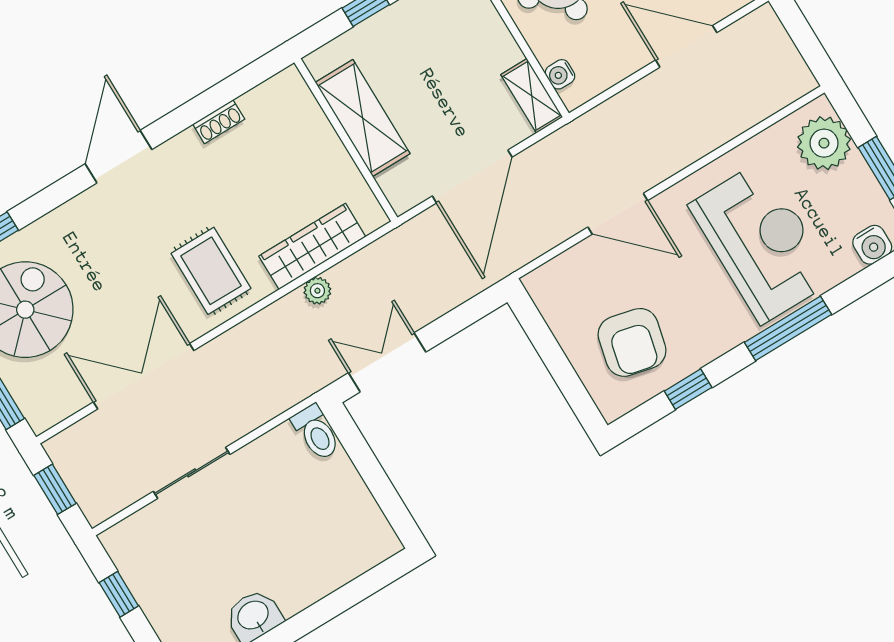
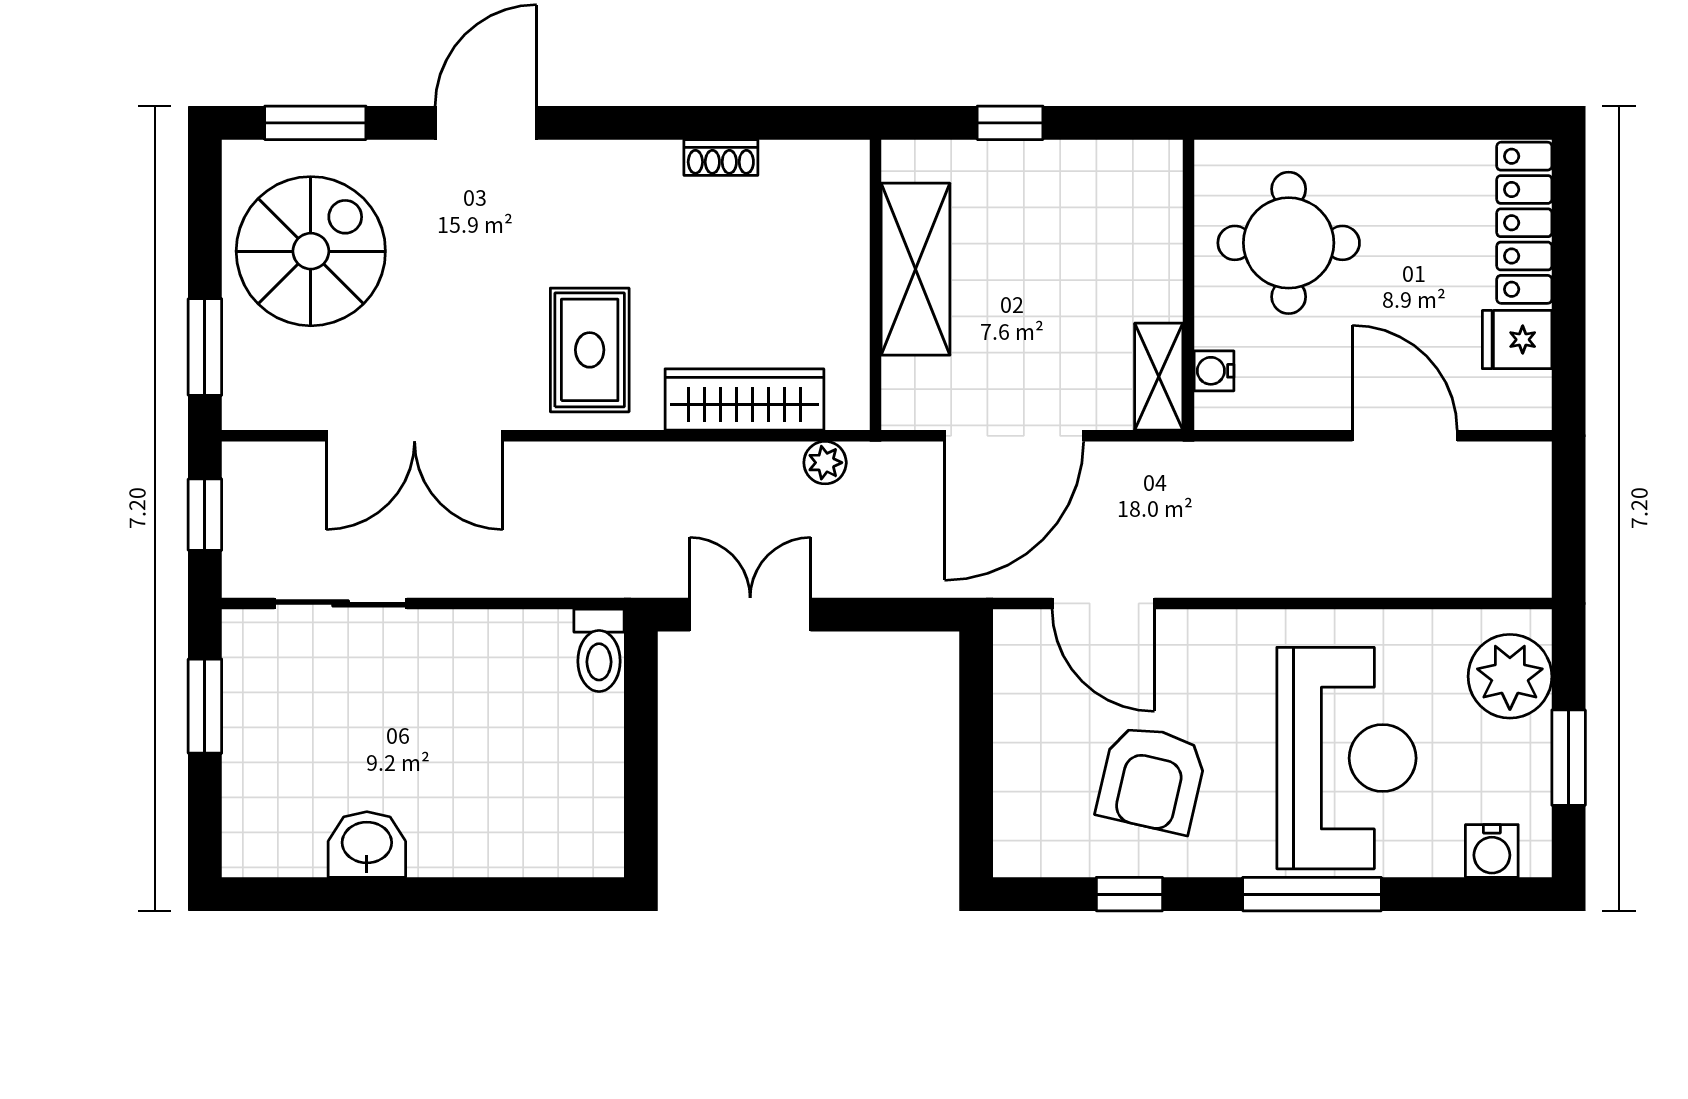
door: (119, 157) -> (486, 123), moved
door: (618, 214) -> (1103, 603), moved
plant: (317, 291) -> (825, 463), moved
armchair: (632, 342) -> (1152, 779), moved
double door: (144, 376) -> (415, 436), swing flipped
sliding door: (192, 473) -> (341, 603), moved
window: (119, 594) -> (205, 706), width x1.50

